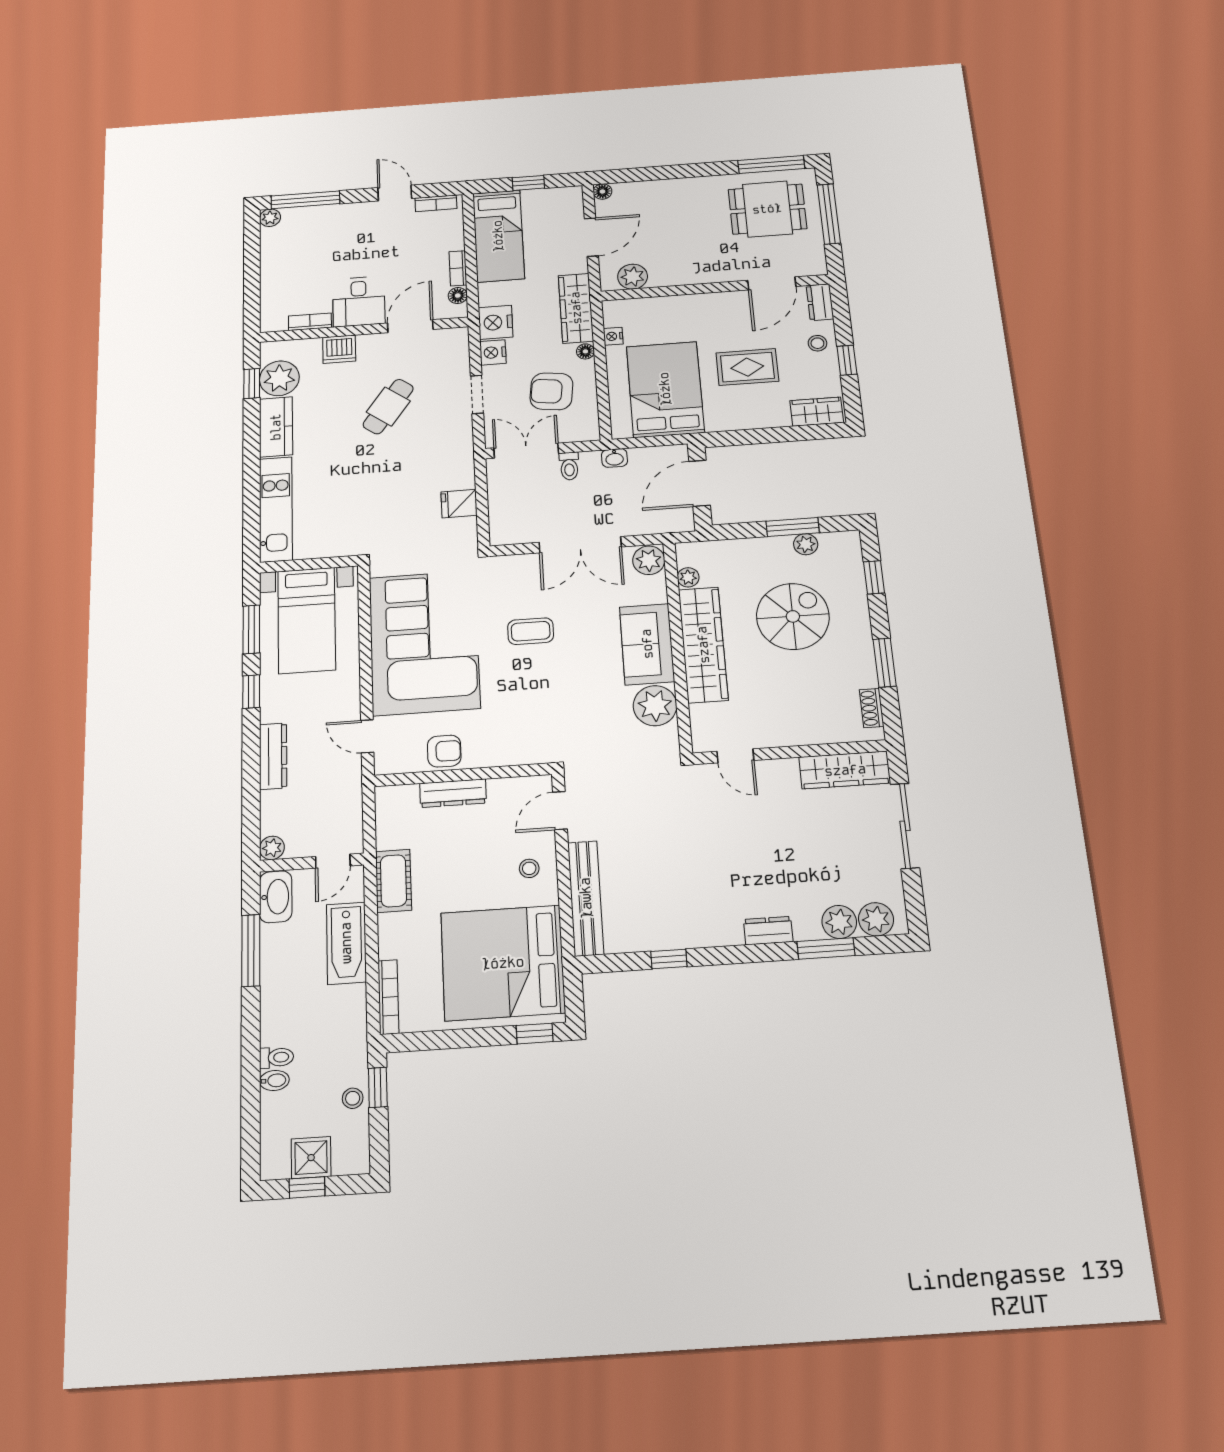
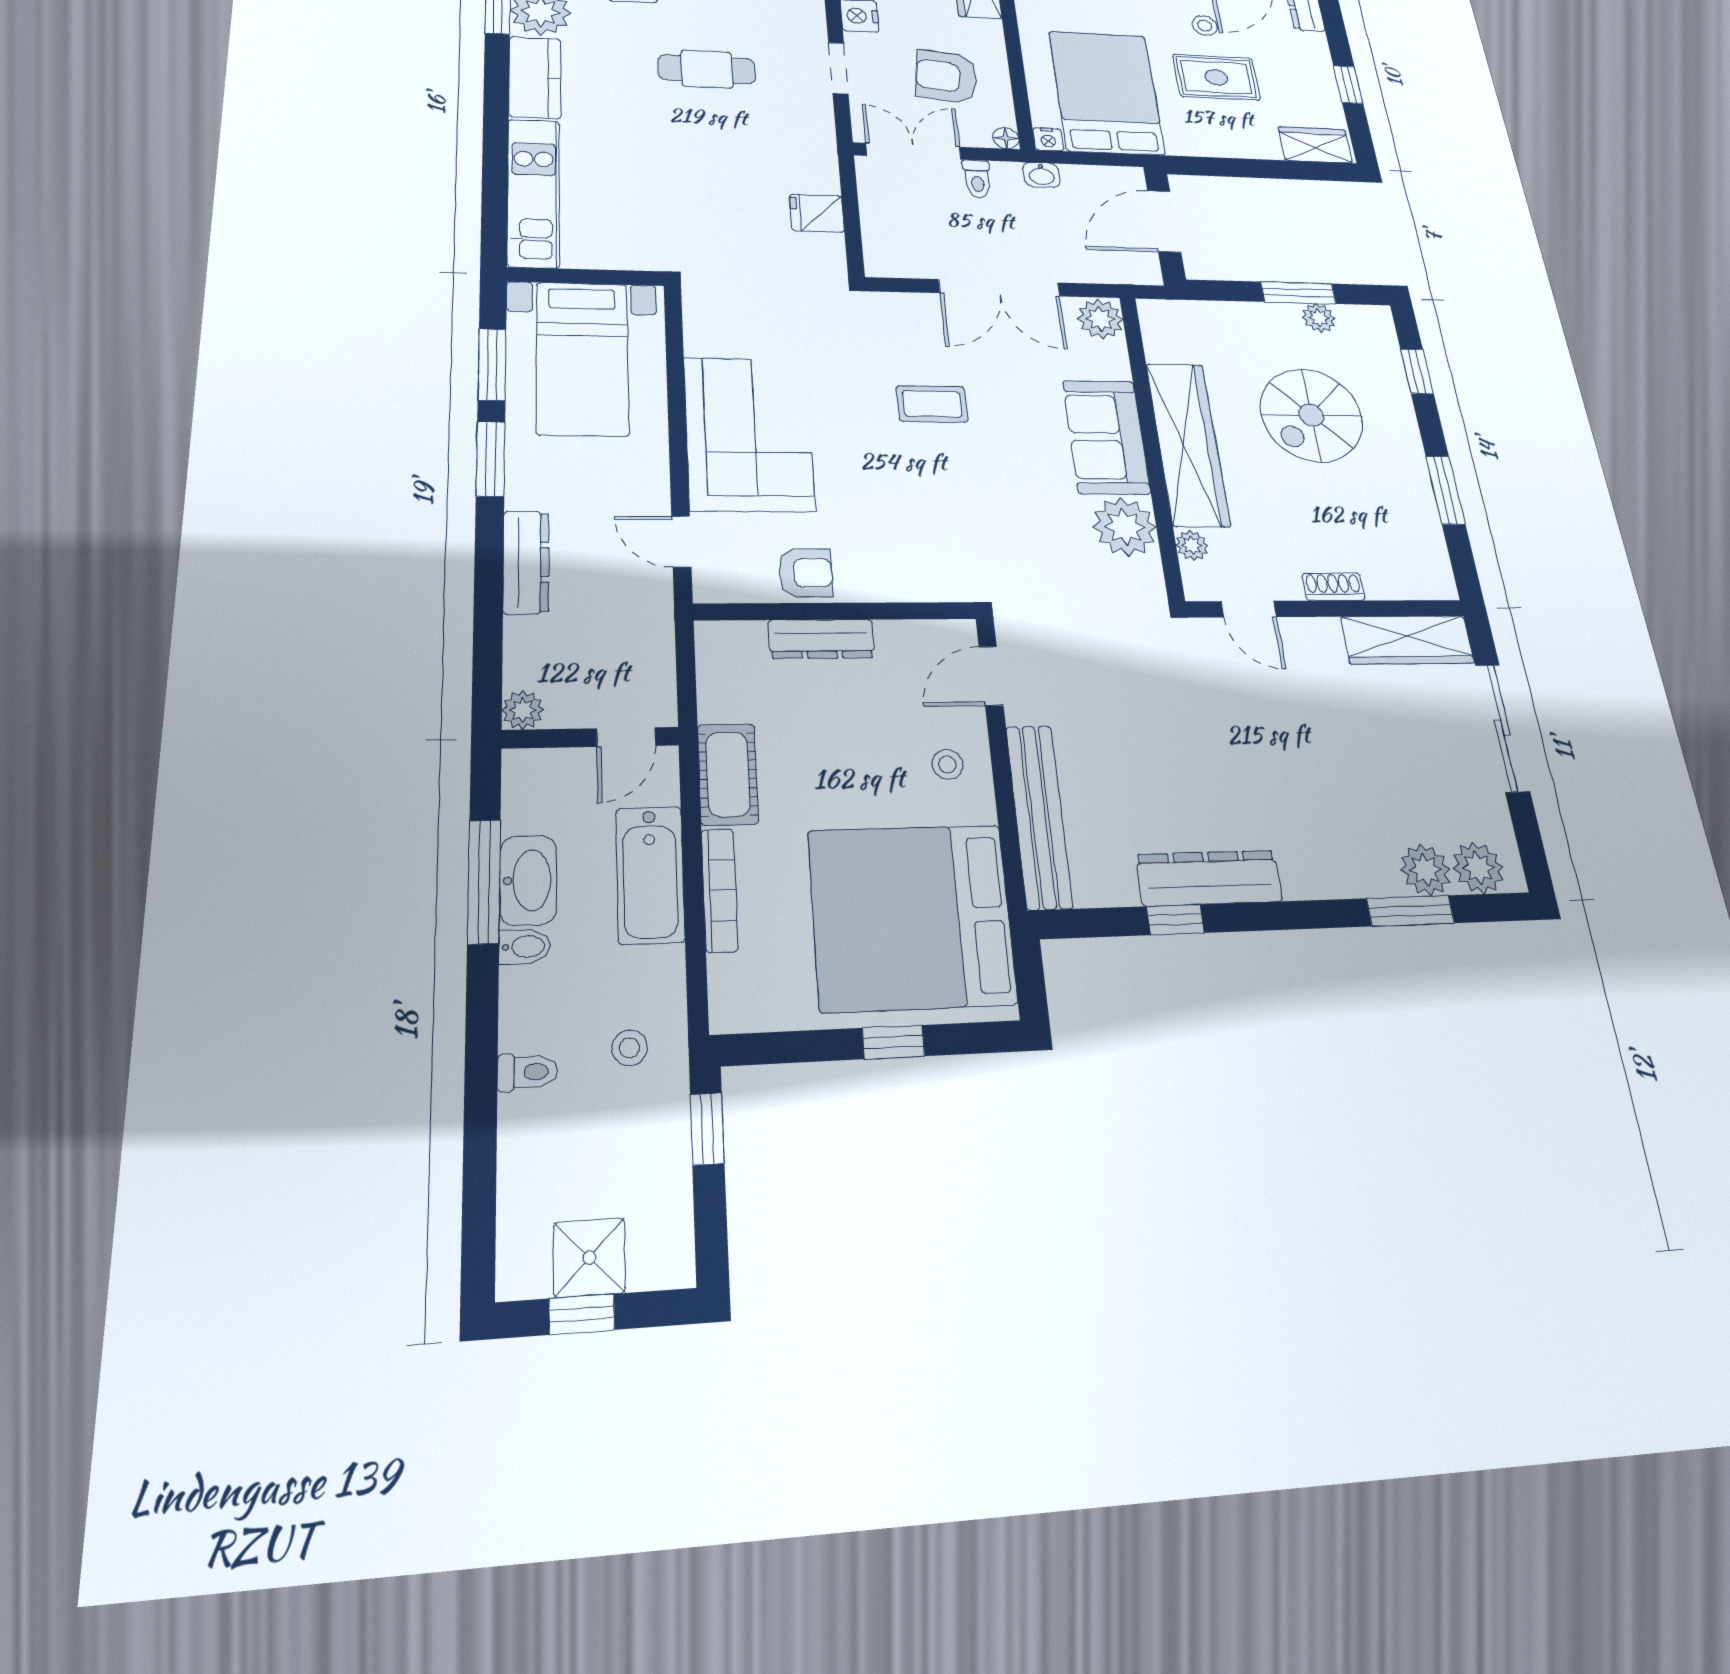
nightstand: (613, 336) -> (1048, 139), moved, turned -90
stool: (817, 343) -> (1205, 26), moved
floor lamp: (585, 351) -> (1006, 138), moved
cafe table: (388, 407) -> (707, 69), turned 54
plant: (688, 577) -> (1192, 545), moved
spiral stairs: (793, 616) -> (1311, 415), turned 180
corner sofa: (424, 642) -> (749, 434), width x0.73, depth x0.74
window: (251, 692) -> (491, 459), width x1.50
shoe rack: (872, 708) -> (1333, 587), moved, turned 90
washbasin: (276, 897) -> (528, 880), moved
dresser: (768, 931) -> (1209, 878), moved, width x1.96, depth x1.24
bookcase: (388, 997) -> (720, 890), moved
window: (535, 1034) -> (893, 1042), moved
bidet: (274, 1080) -> (525, 947), moved
stool: (353, 1098) -> (629, 1048), moved

